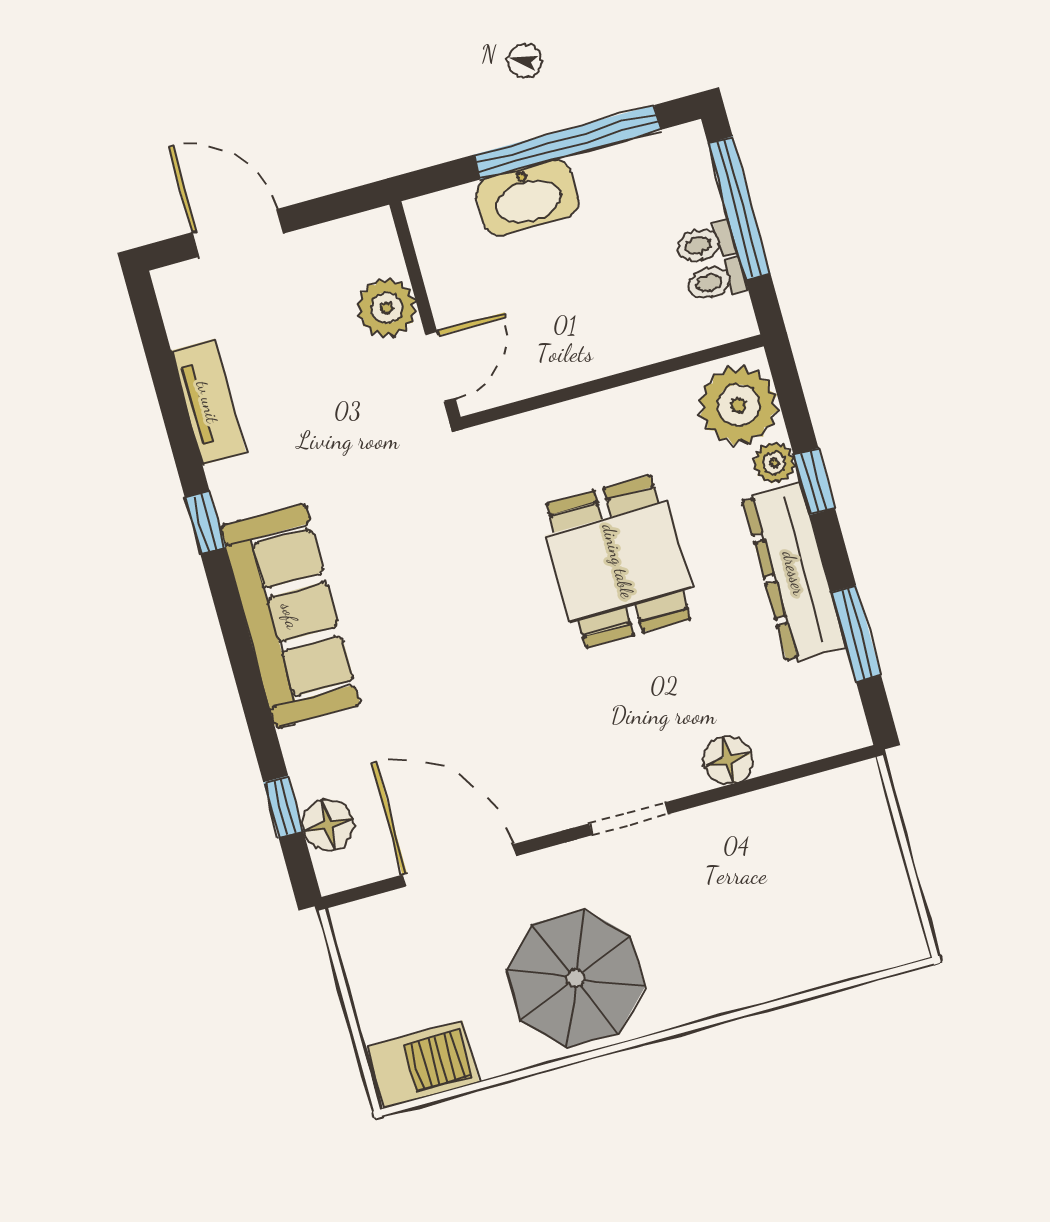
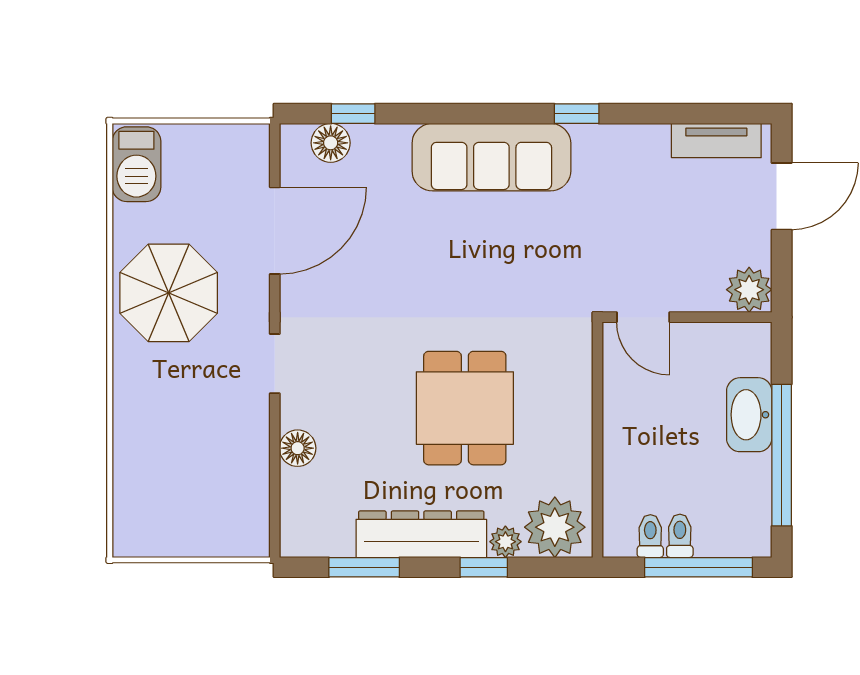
plant: (387, 308) -> (749, 290), moved
tv unit: (208, 402) -> (716, 141), moved
dining table: (618, 561) -> (465, 408), turned 90

